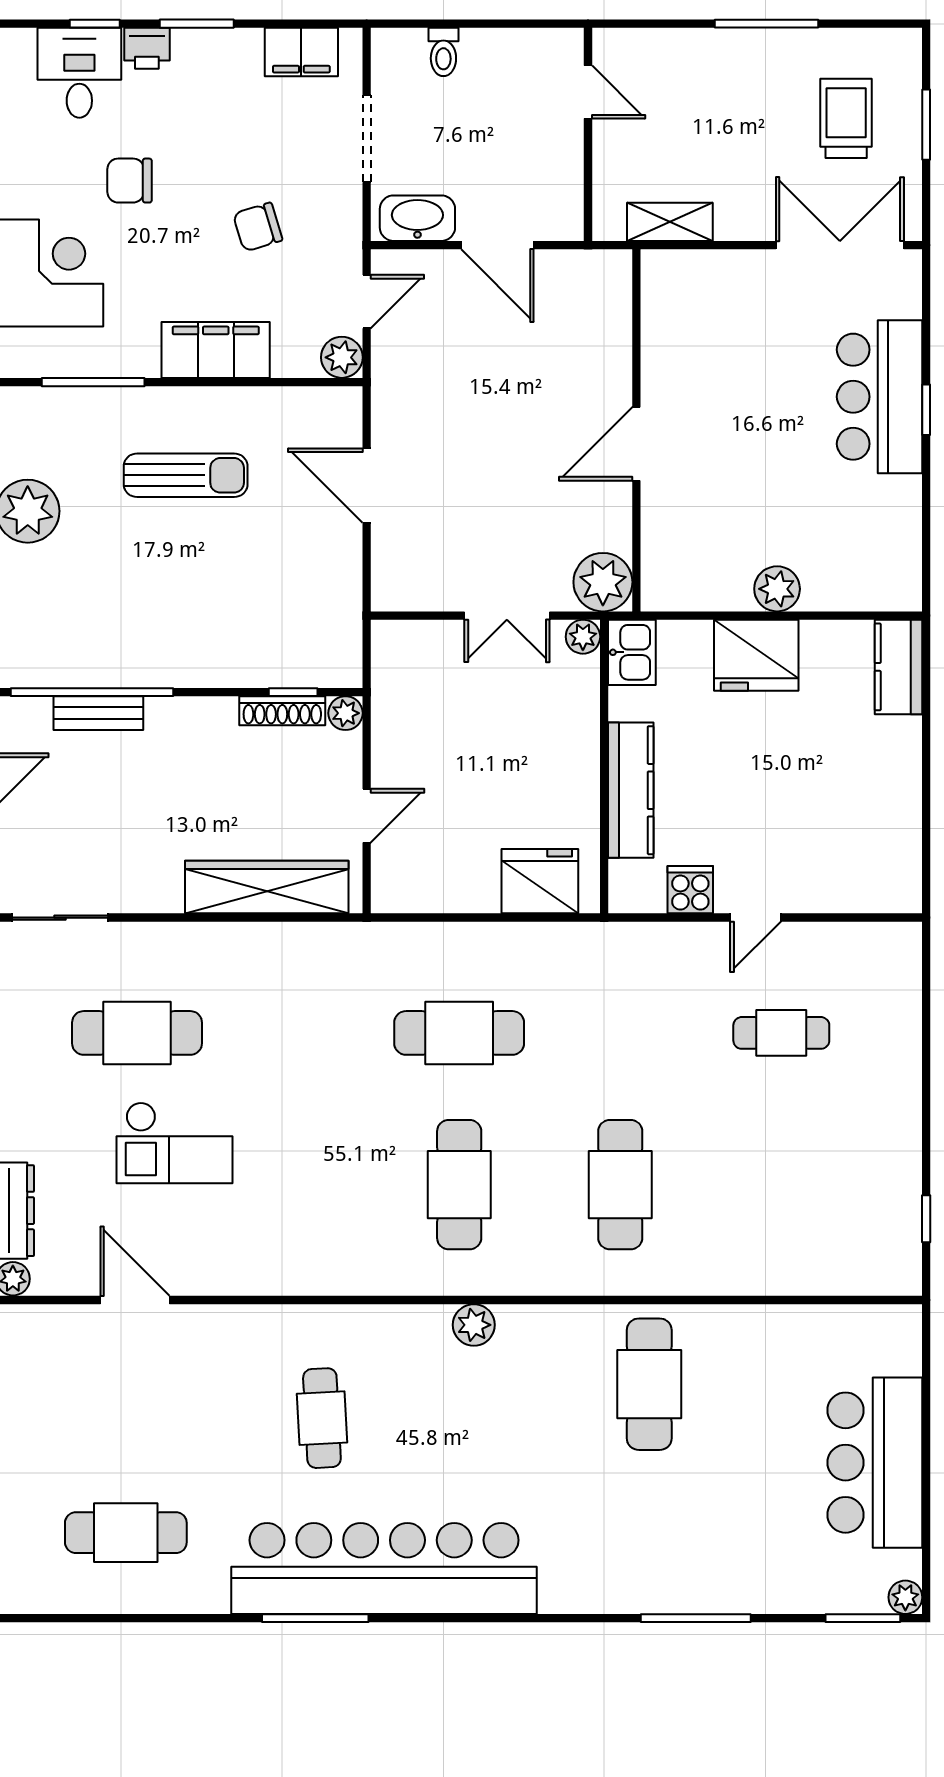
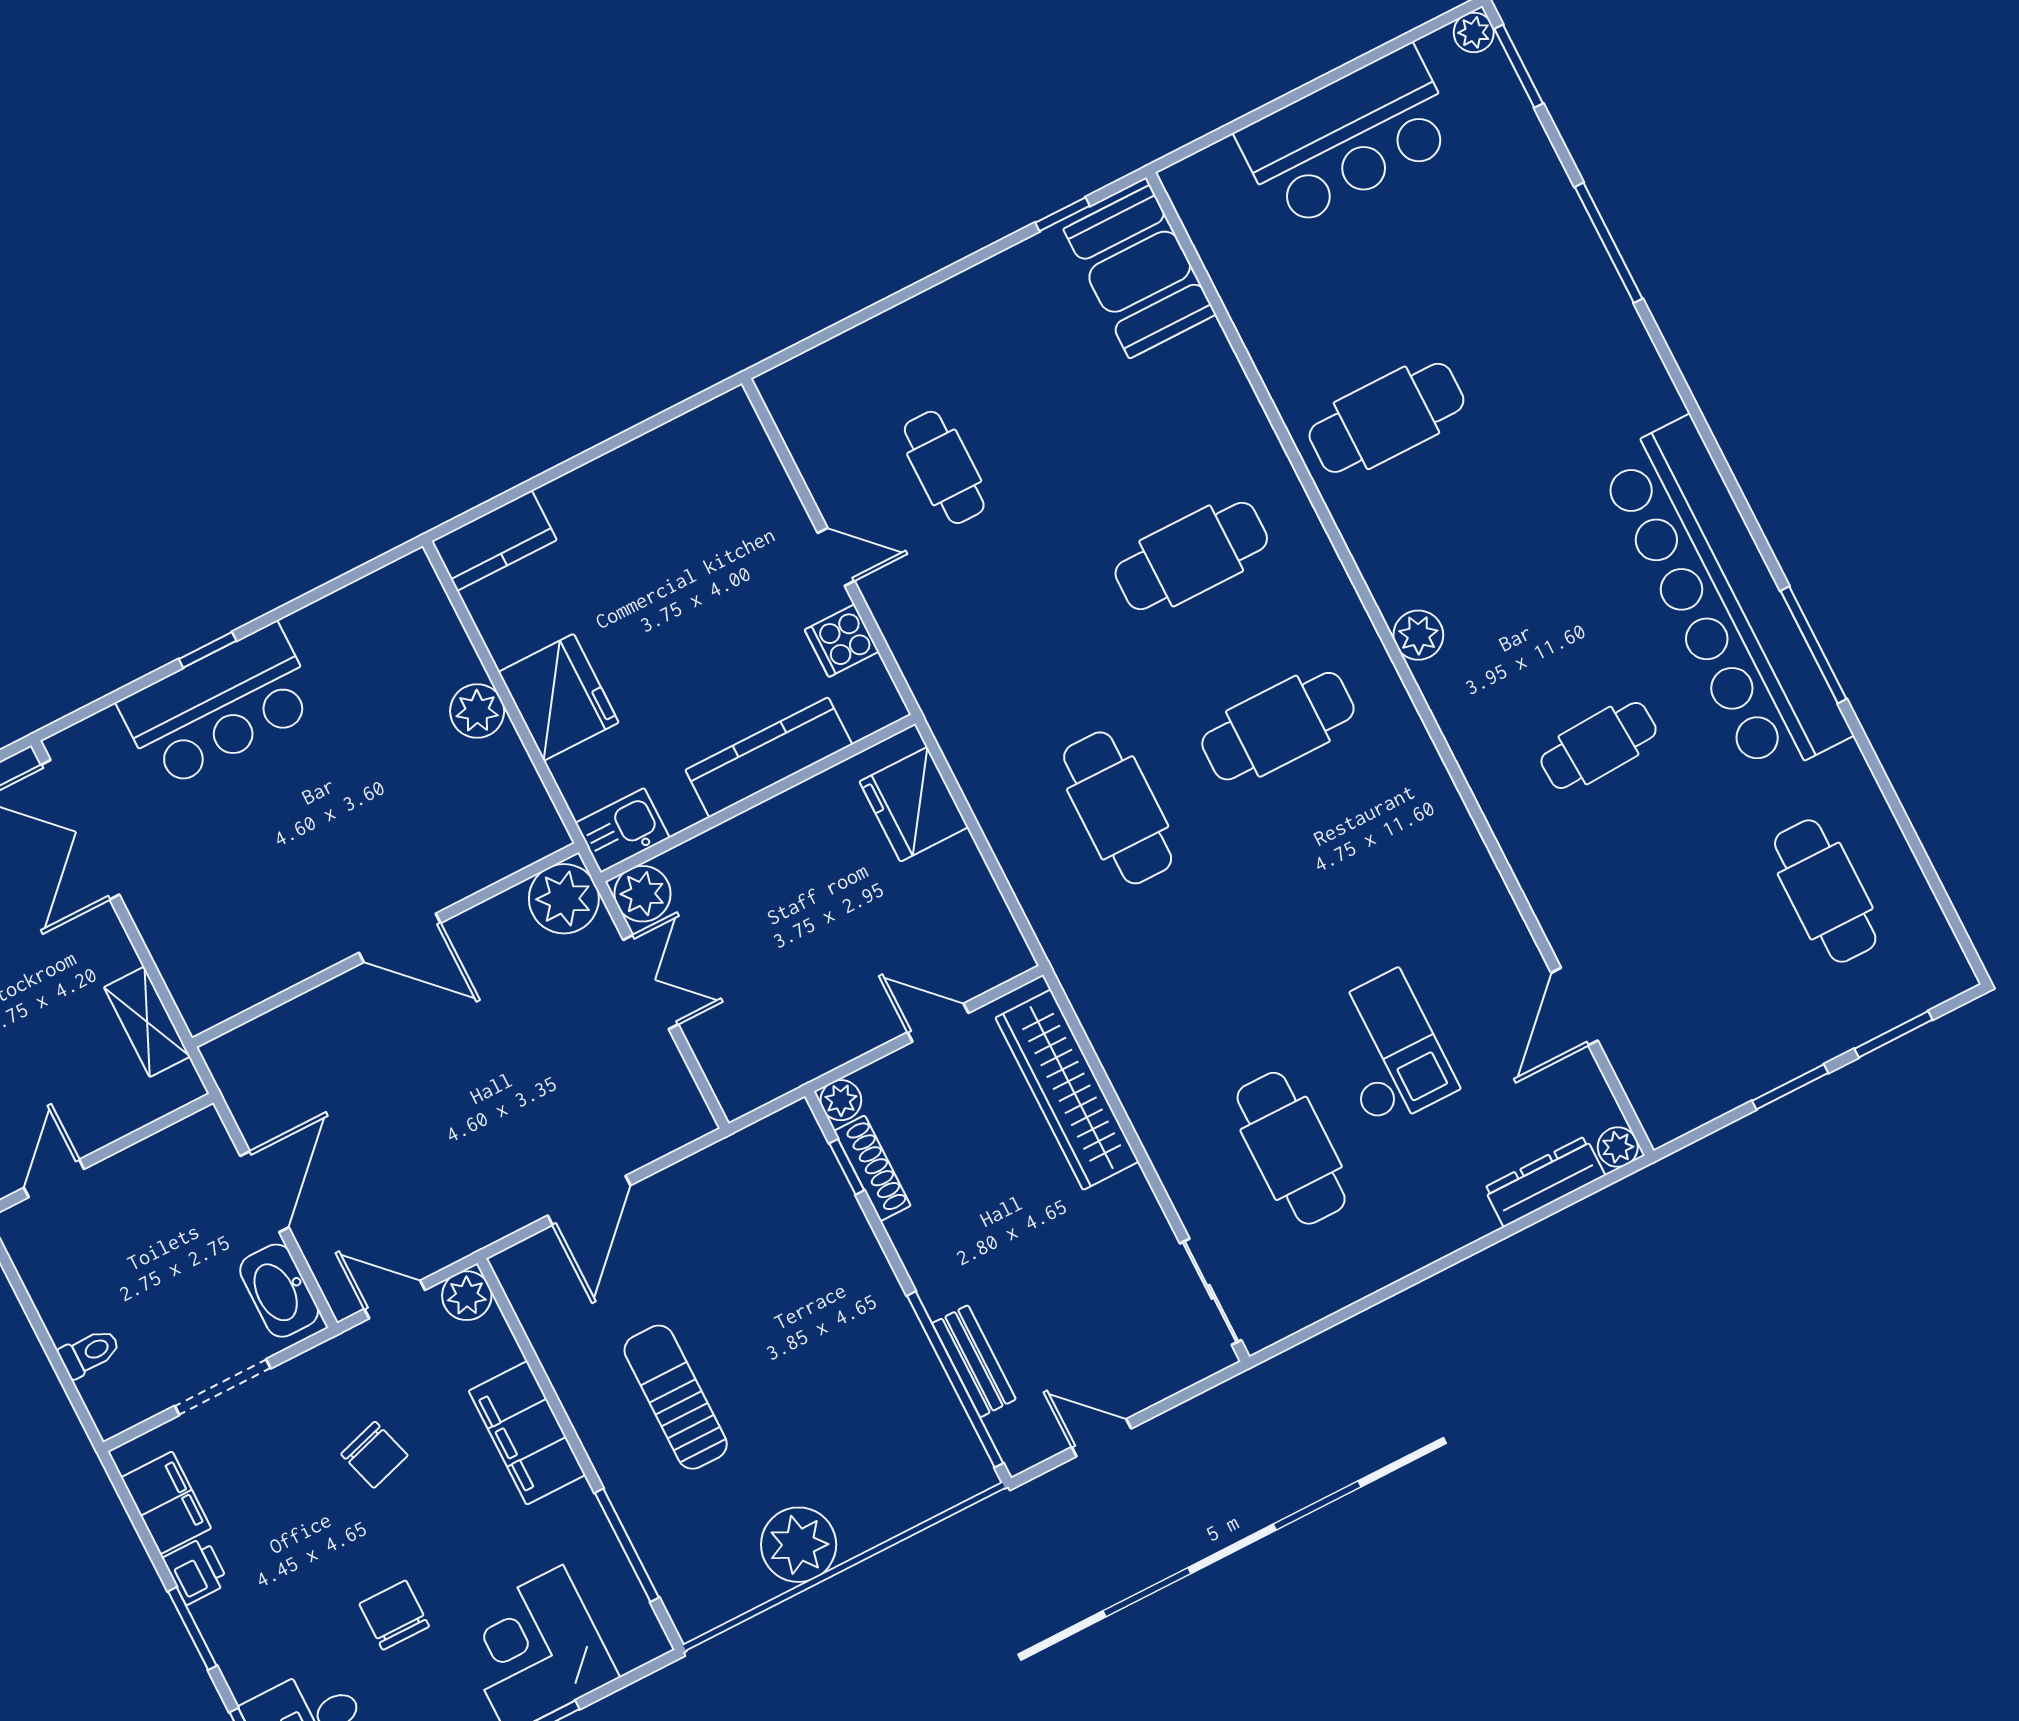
printer: (147, 48) -> (196, 1571), moved
chair: (130, 181) -> (394, 1615), turned 180
plant: (583, 637) -> (642, 894), width x1.38, depth x1.38
booth: (854, 1255) -> (1140, 272), added

